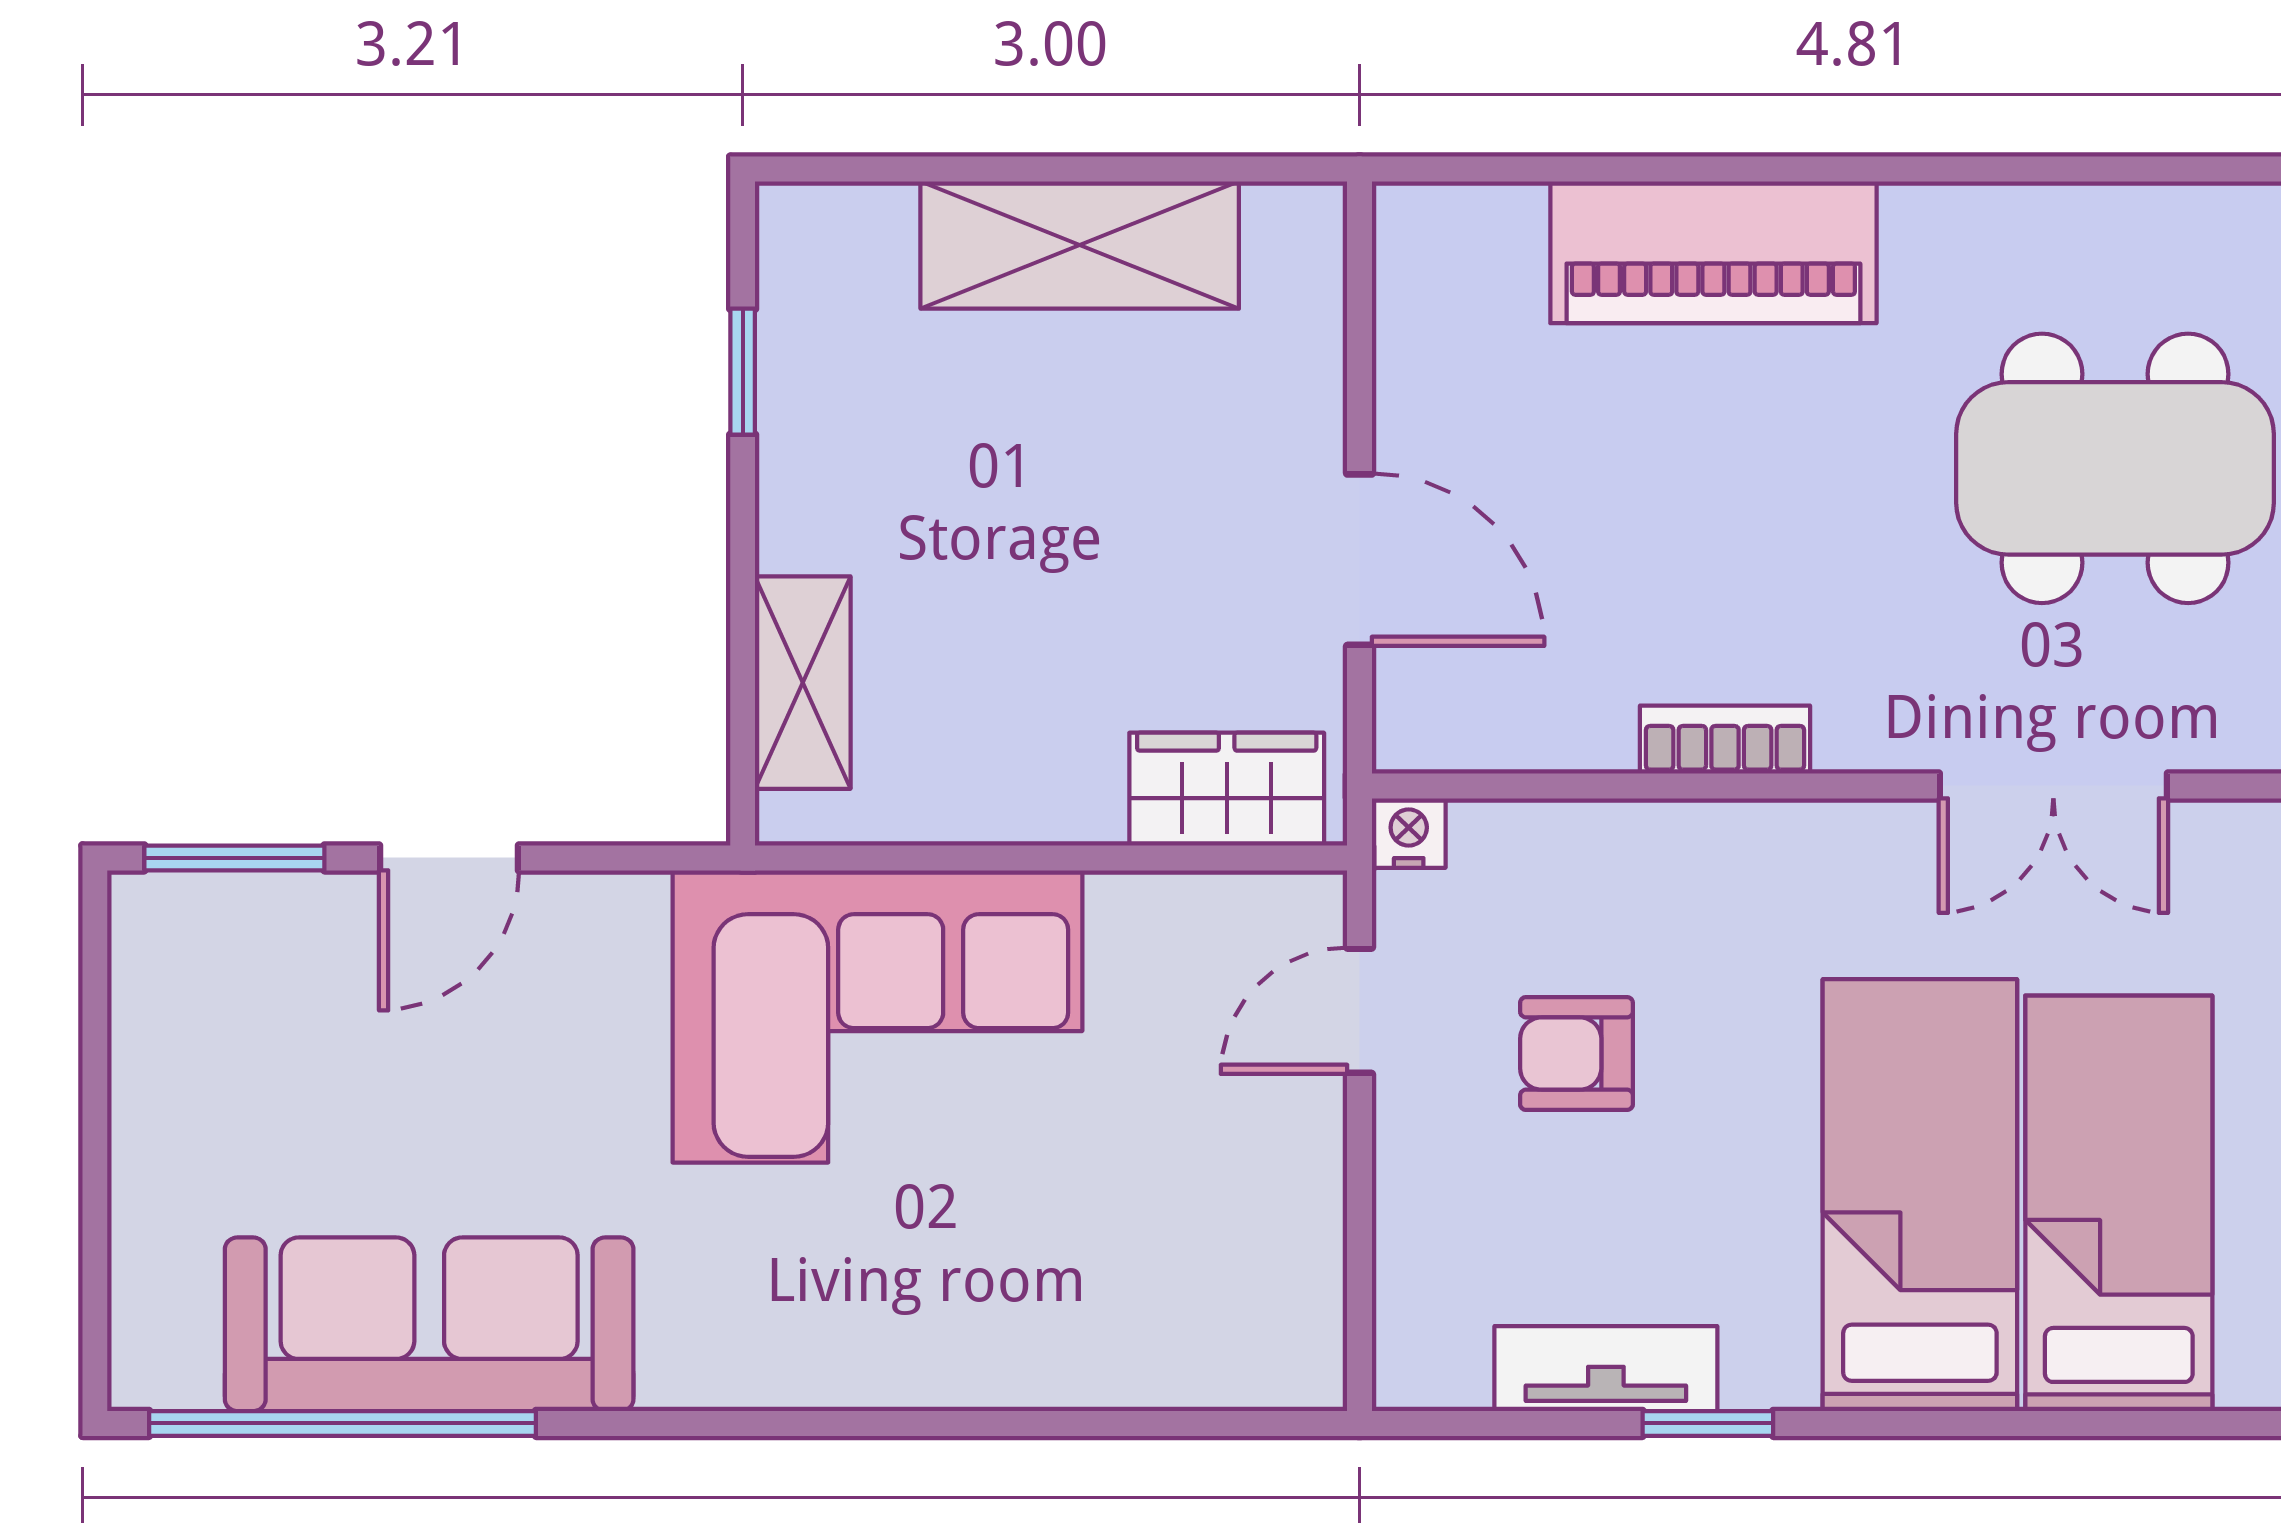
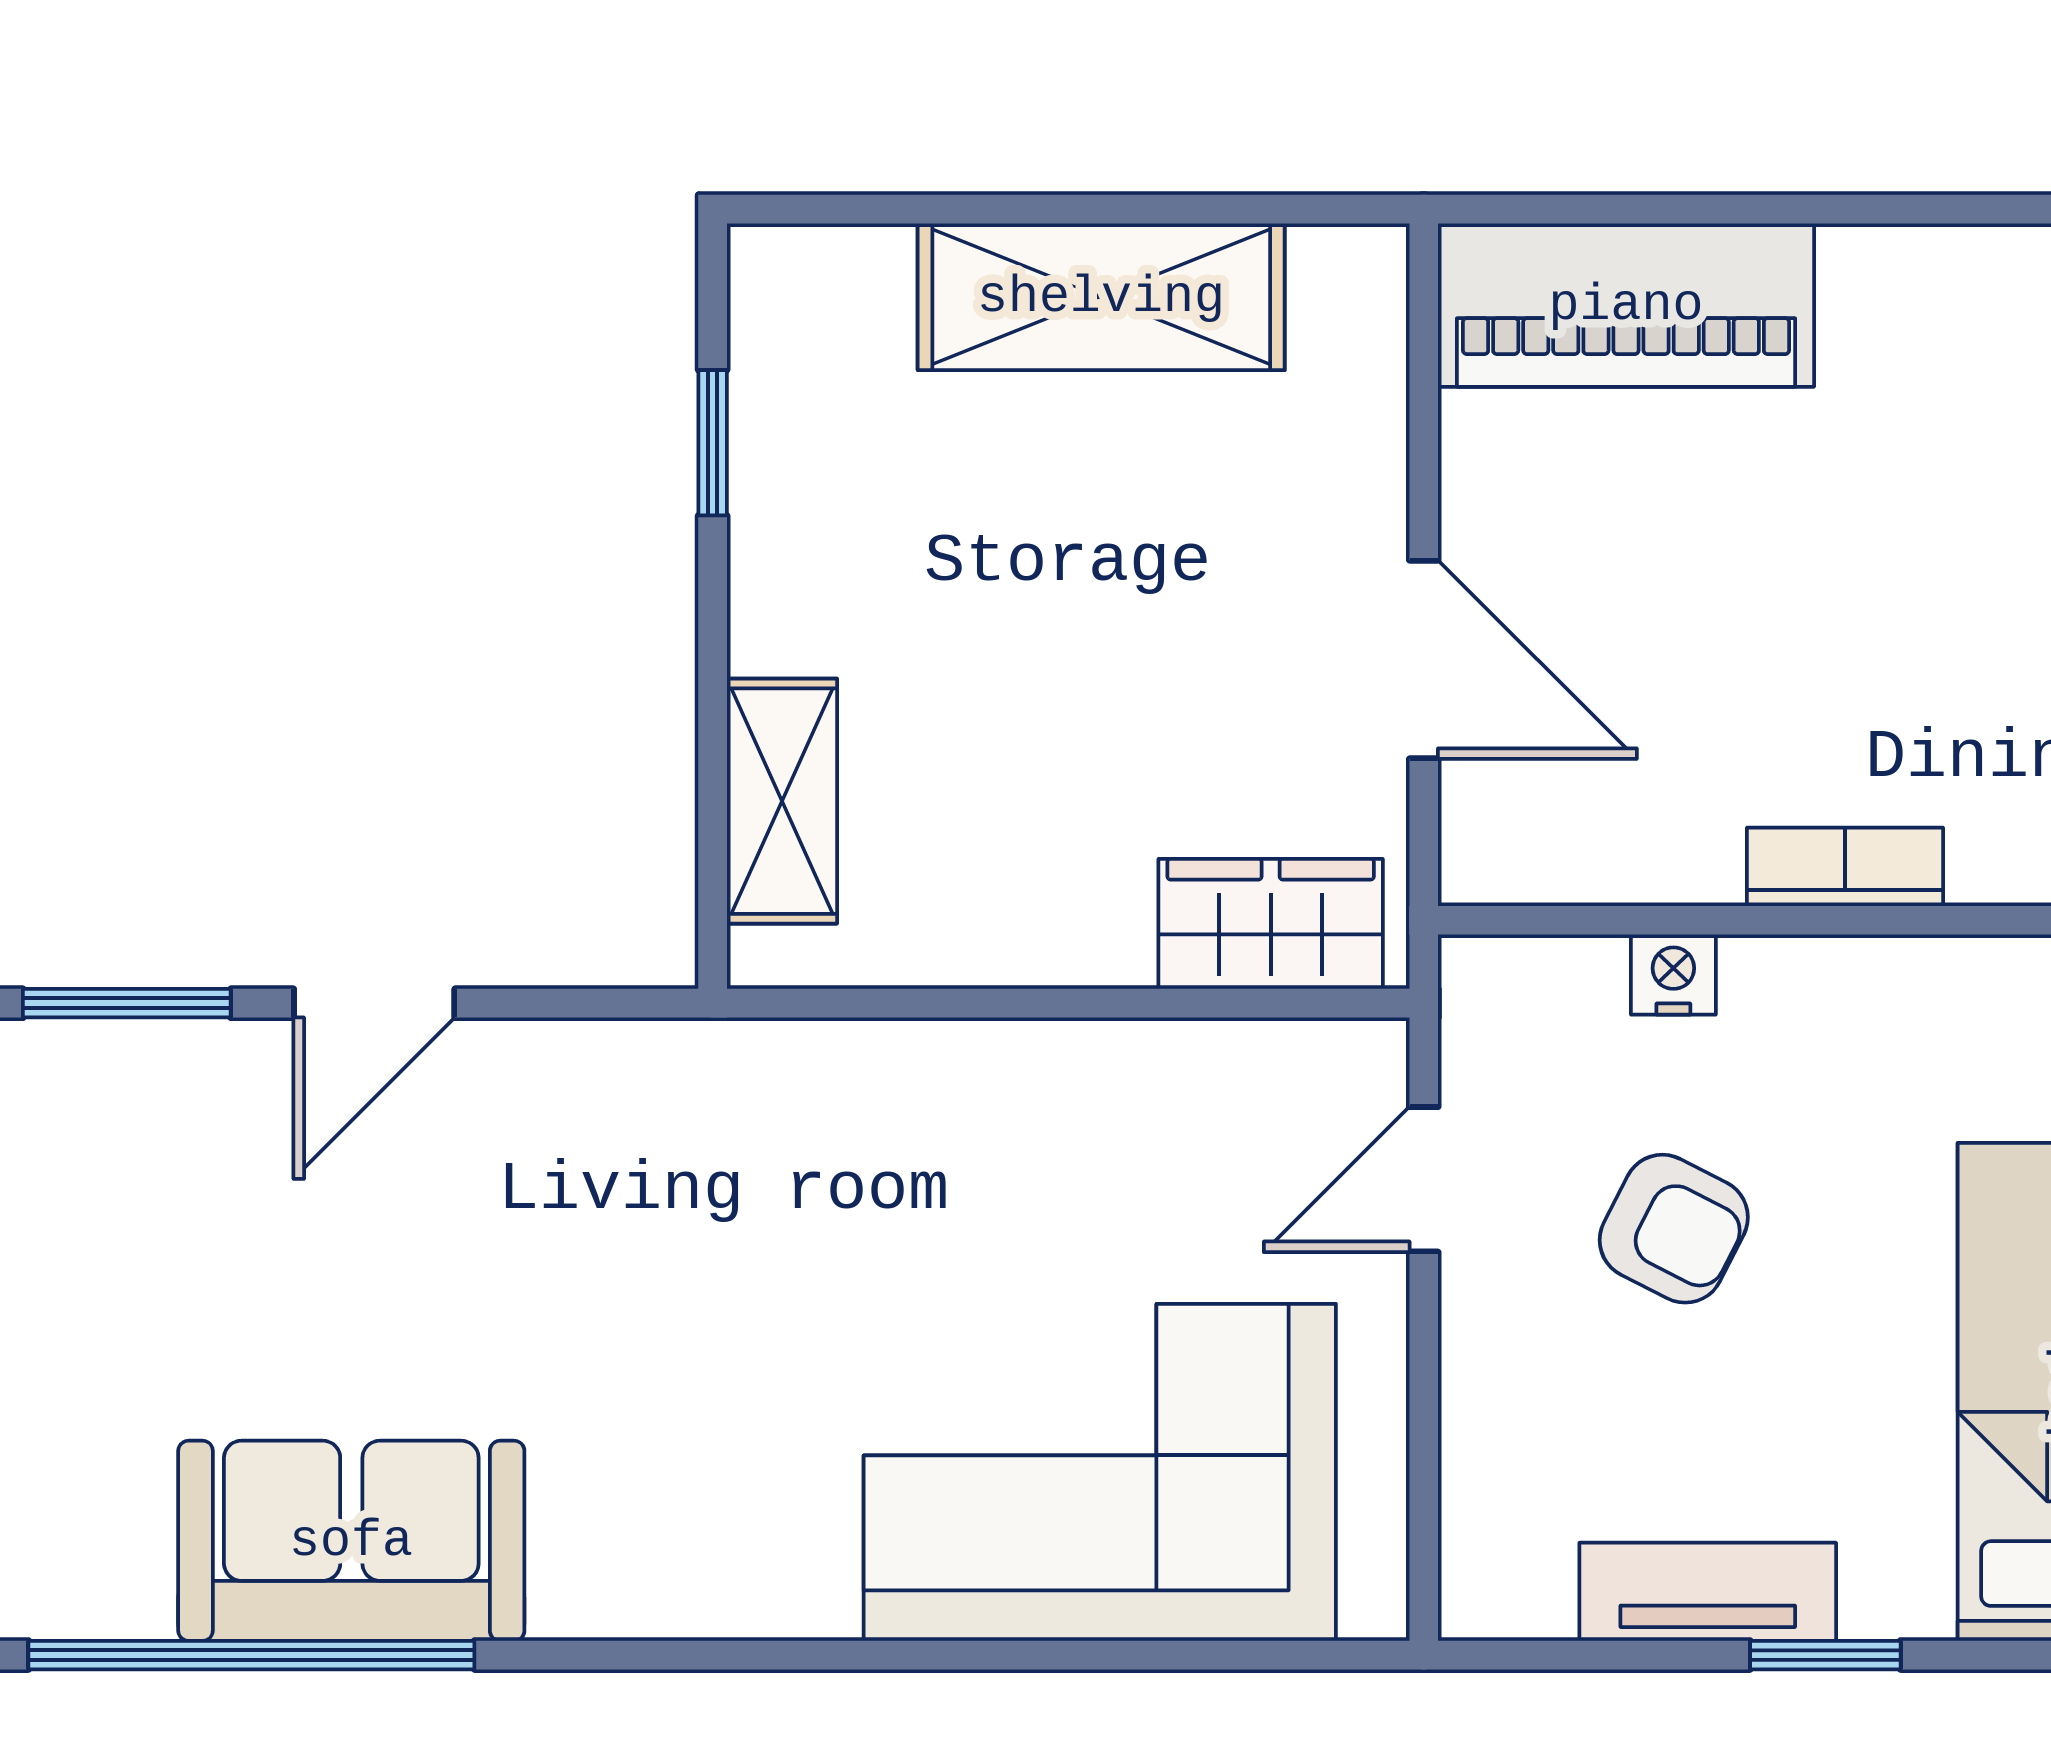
piano: (1713, 252) -> (1626, 305), moved
nightstand: (1409, 833) -> (1673, 975), moved
corner sofa: (877, 1016) -> (1100, 1472), moved, turned 180
armchair: (1576, 1054) -> (1674, 1229), turned -153
sofa: (429, 1324) -> (351, 1541), width x0.73

